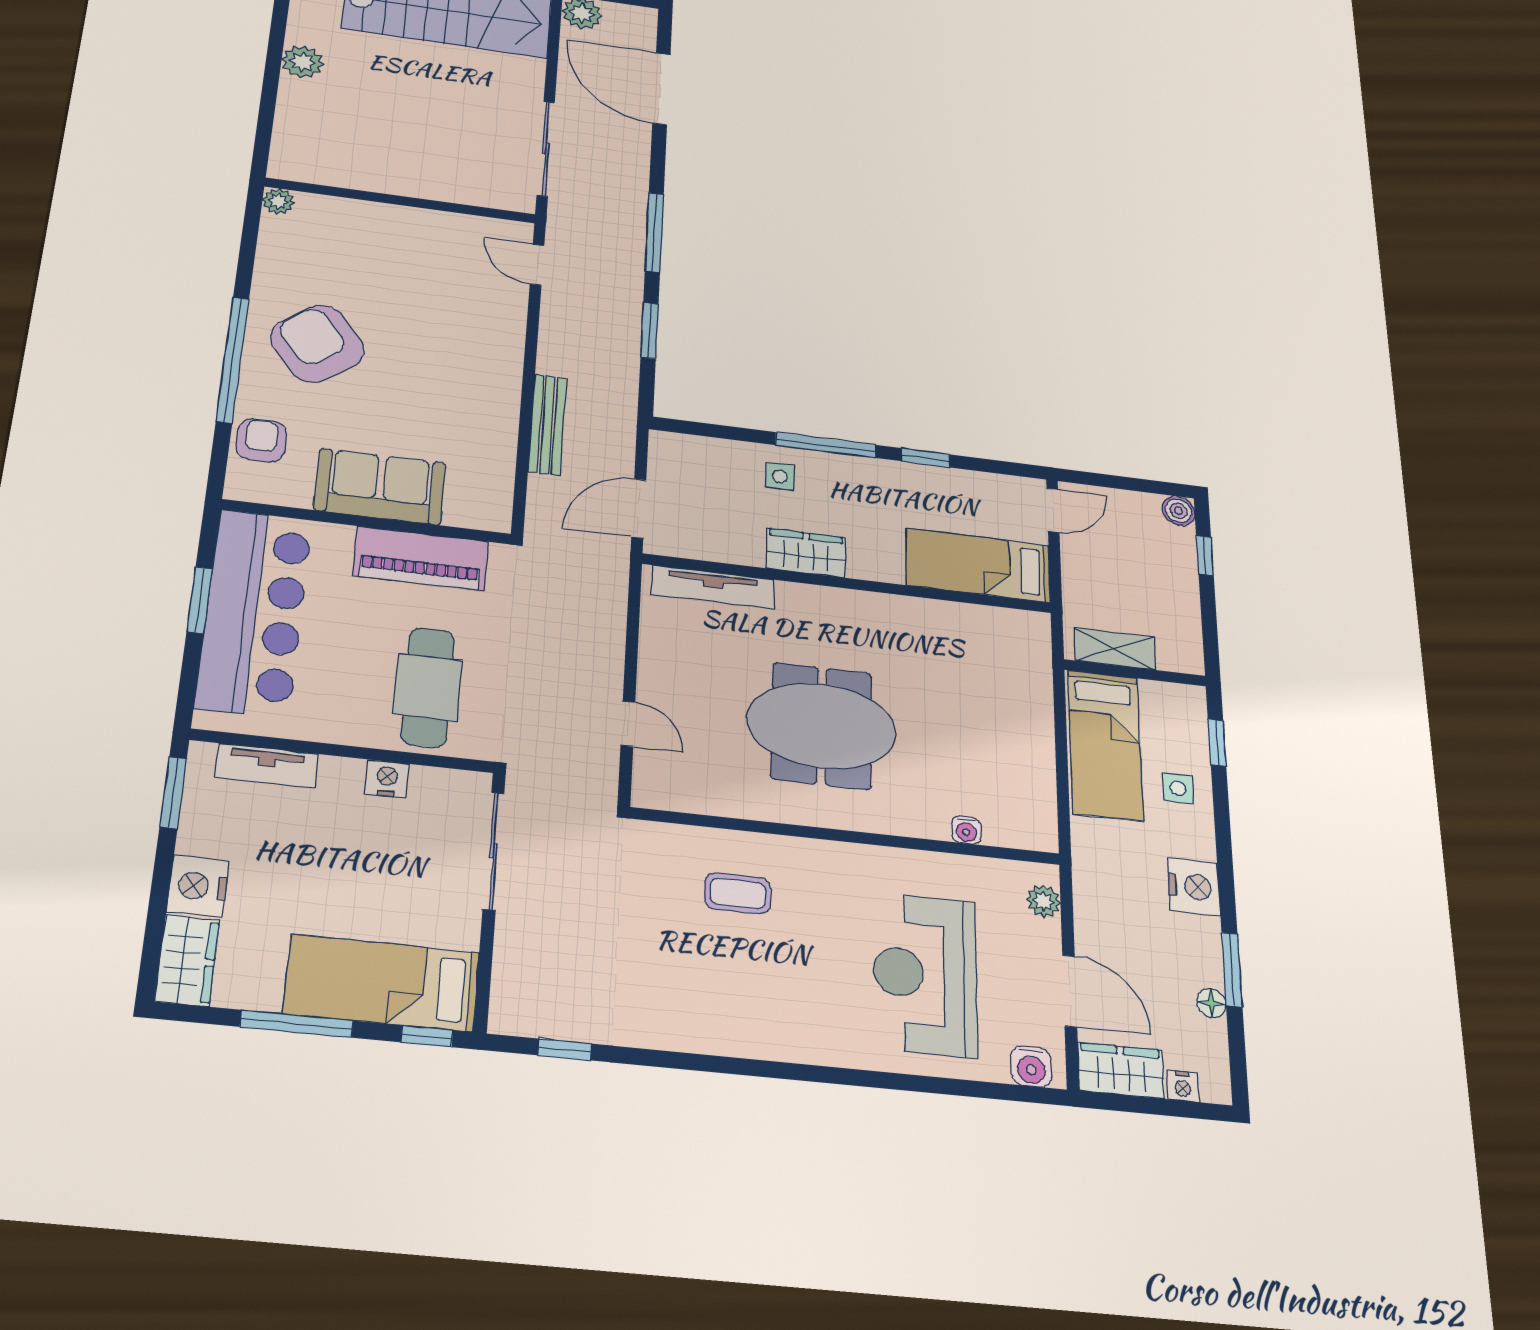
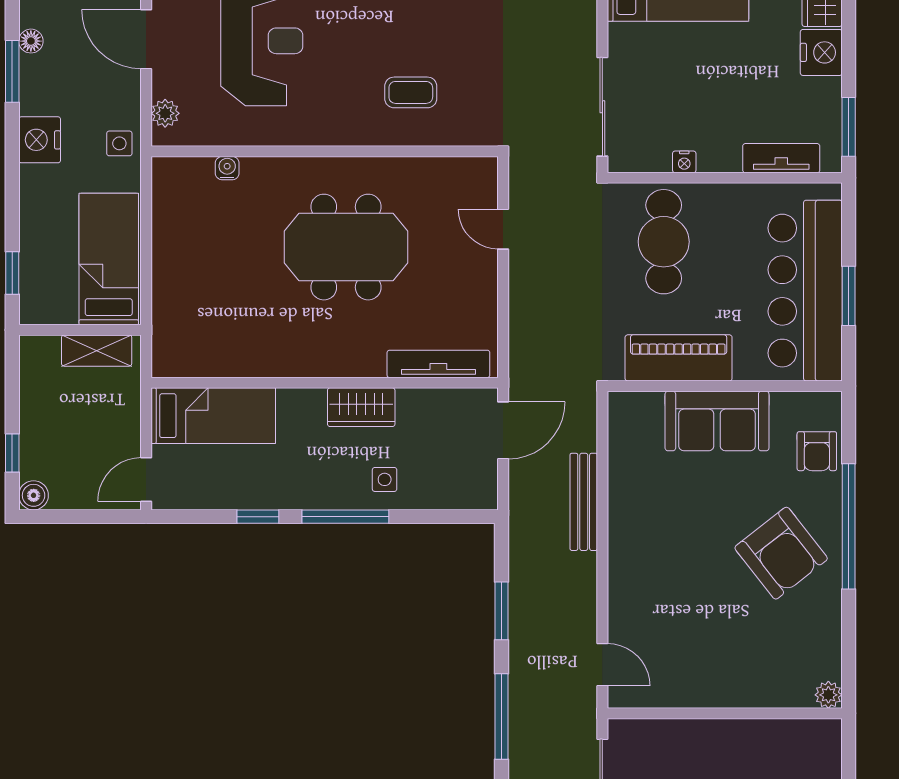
nightstand: (387, 779) -> (684, 162), width x0.72, depth x0.74
side table: (1178, 788) -> (119, 143), moved

